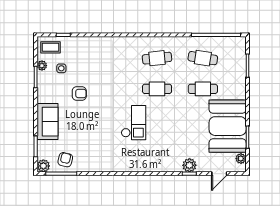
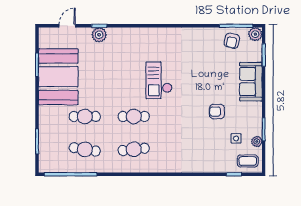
plant: (241, 159) -> (44, 42), removed

